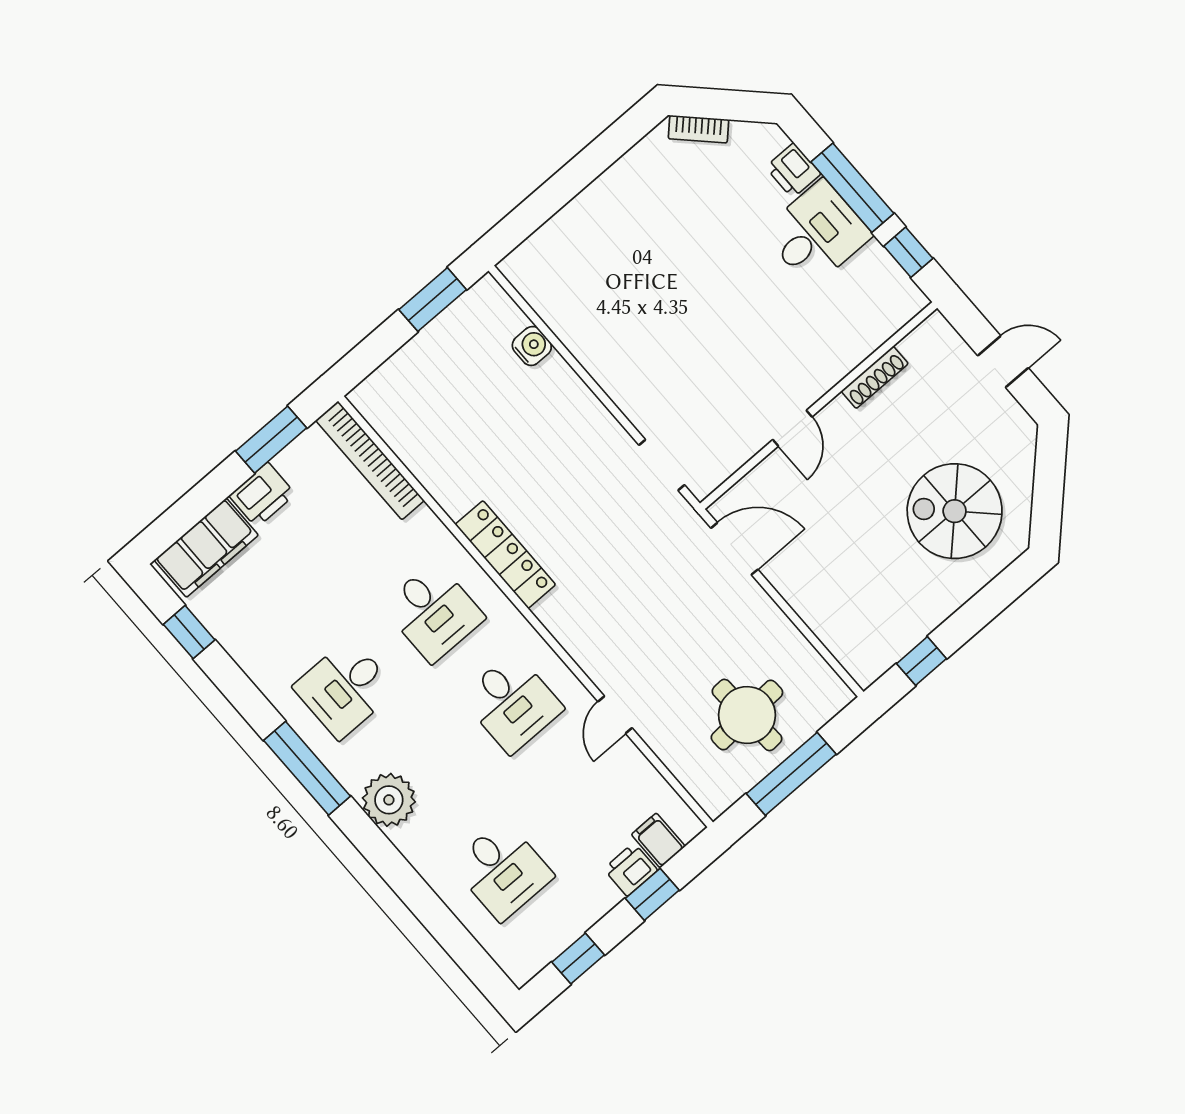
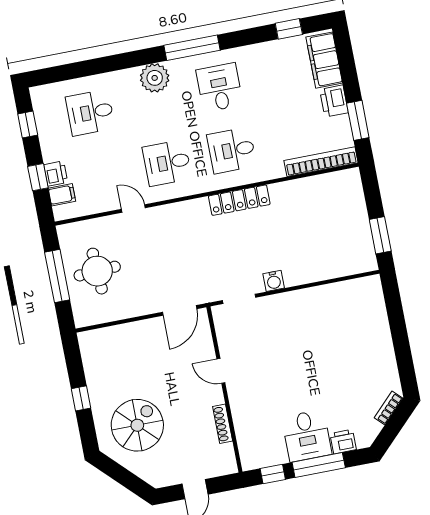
water cooler: (532, 346) -> (274, 281), moved
window: (921, 661) -> (81, 398), moved

